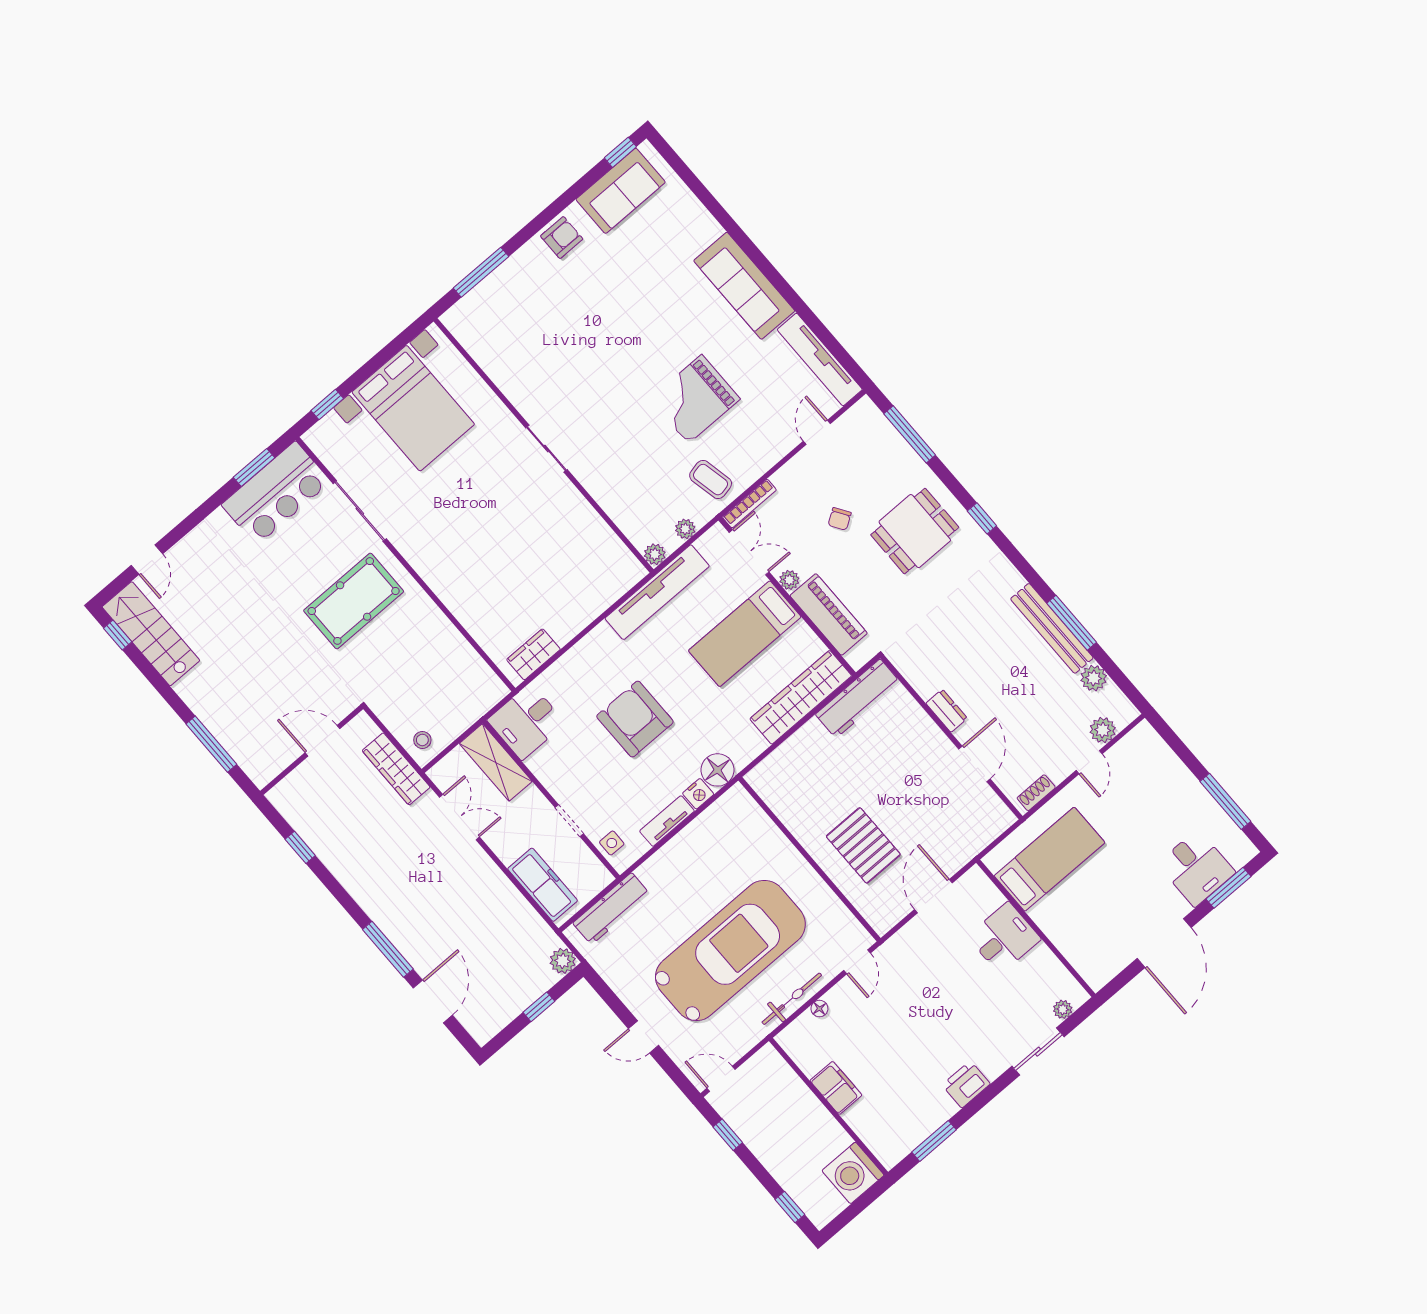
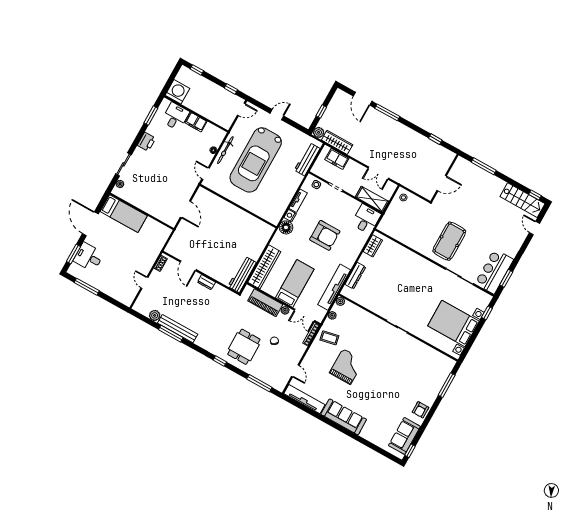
dresser: (599, 601) -> (355, 276), added
plant: (1103, 730) -> (144, 297), removed
wardrobe: (396, 769) -> (337, 142), moved
pallet: (863, 845) -> (219, 219), removed
bed: (1050, 859) -> (124, 214), moved, turned -90
freezer: (543, 885) -> (337, 159), width x0.71
desk: (1004, 938) -> (175, 116), moved, turned 180

